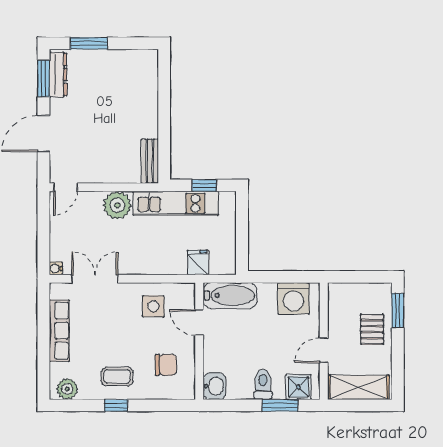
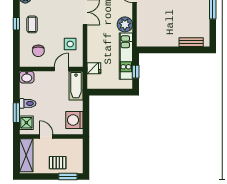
bench: (150, 161) -> (191, 42), moved

